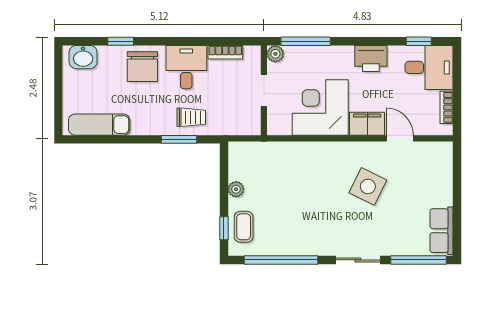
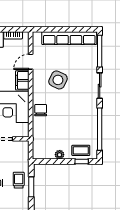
chair: (315, 156) -> (41, 110), added
row of seats: (442, 231) -> (69, 38), width x2.02

